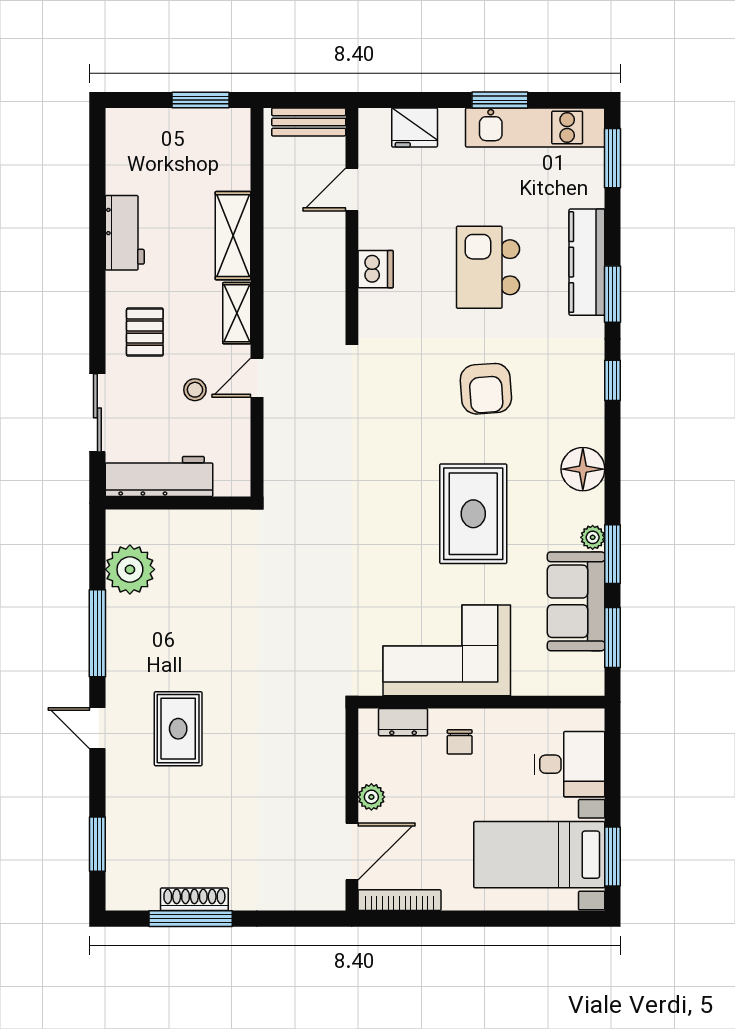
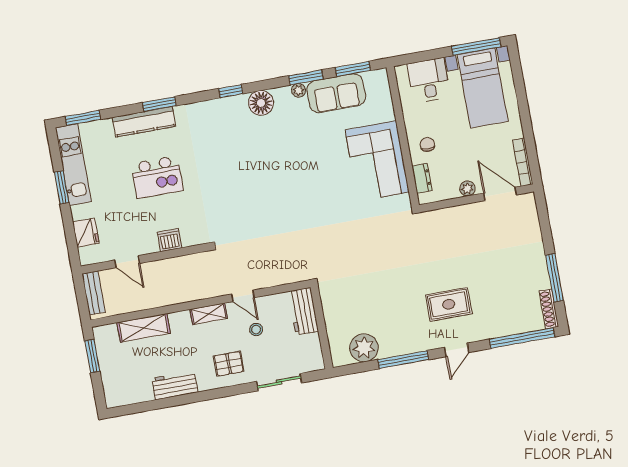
shelving: (233, 236) -> (144, 328), moved
window: (613, 380) -> (231, 91), moved
armchair: (486, 389) -> (226, 166), removed
workbench: (159, 477) -> (303, 311), moved, width x0.73
rug: (473, 514) -> (297, 160), removed
chair: (460, 742) -> (427, 144), turned -90
window: (97, 844) -> (522, 338), width x2.11
window: (613, 856) -> (476, 46), width x1.44
shoe rack: (194, 899) -> (549, 309), moved

